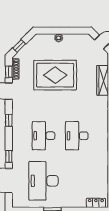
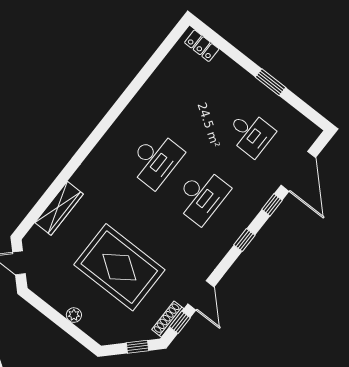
window: (9, 120) -> (244, 240), moved
desk: (44, 181) -> (250, 133), width x0.53, depth x0.77

